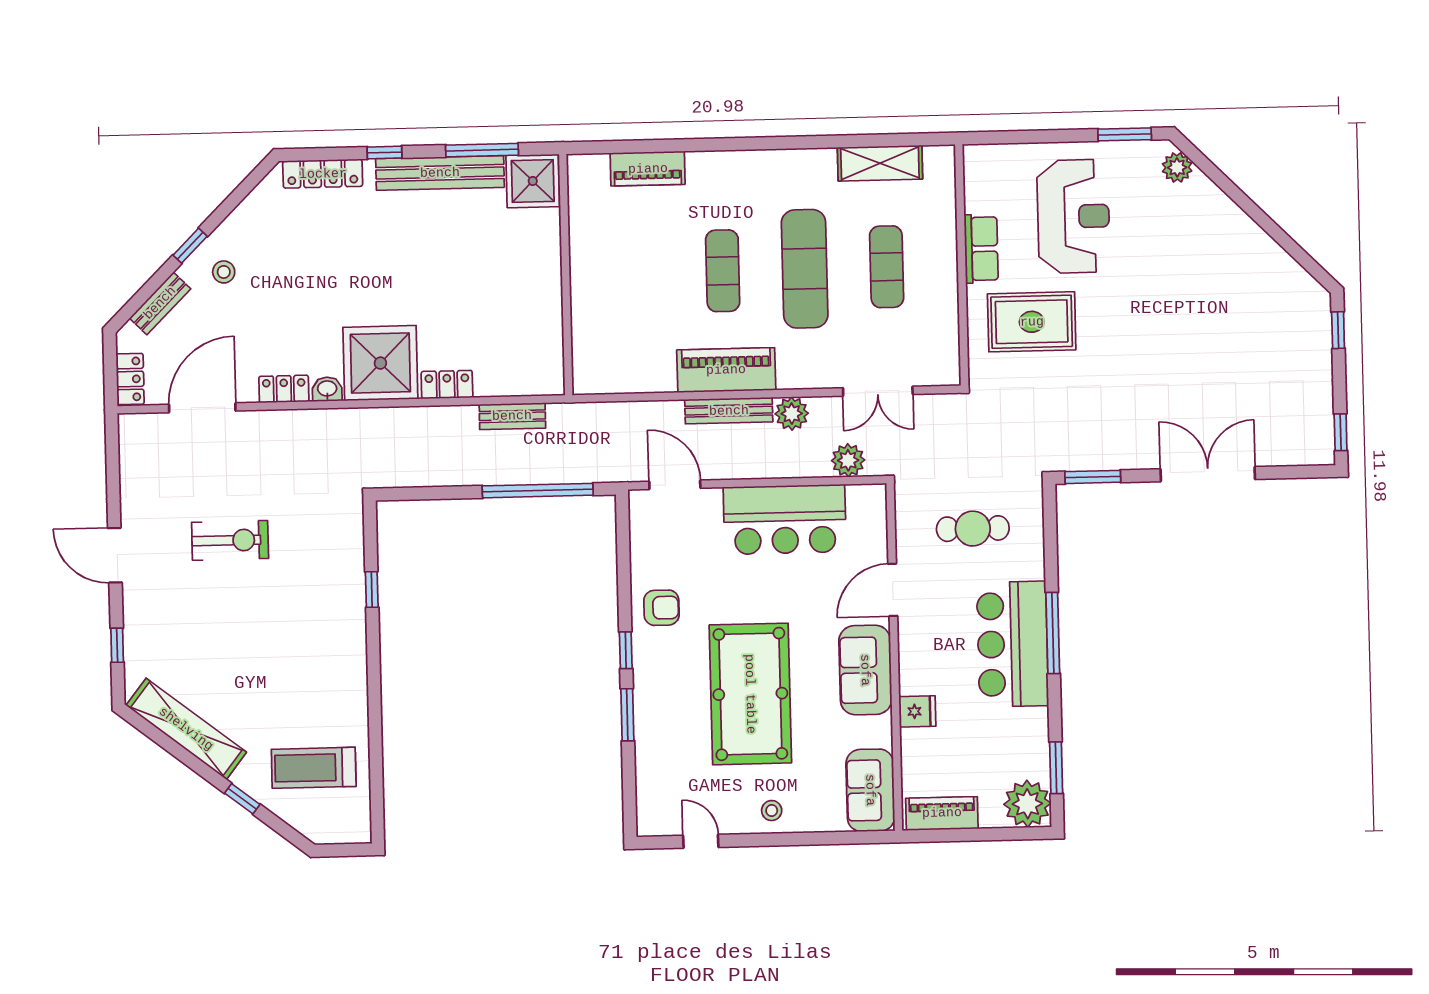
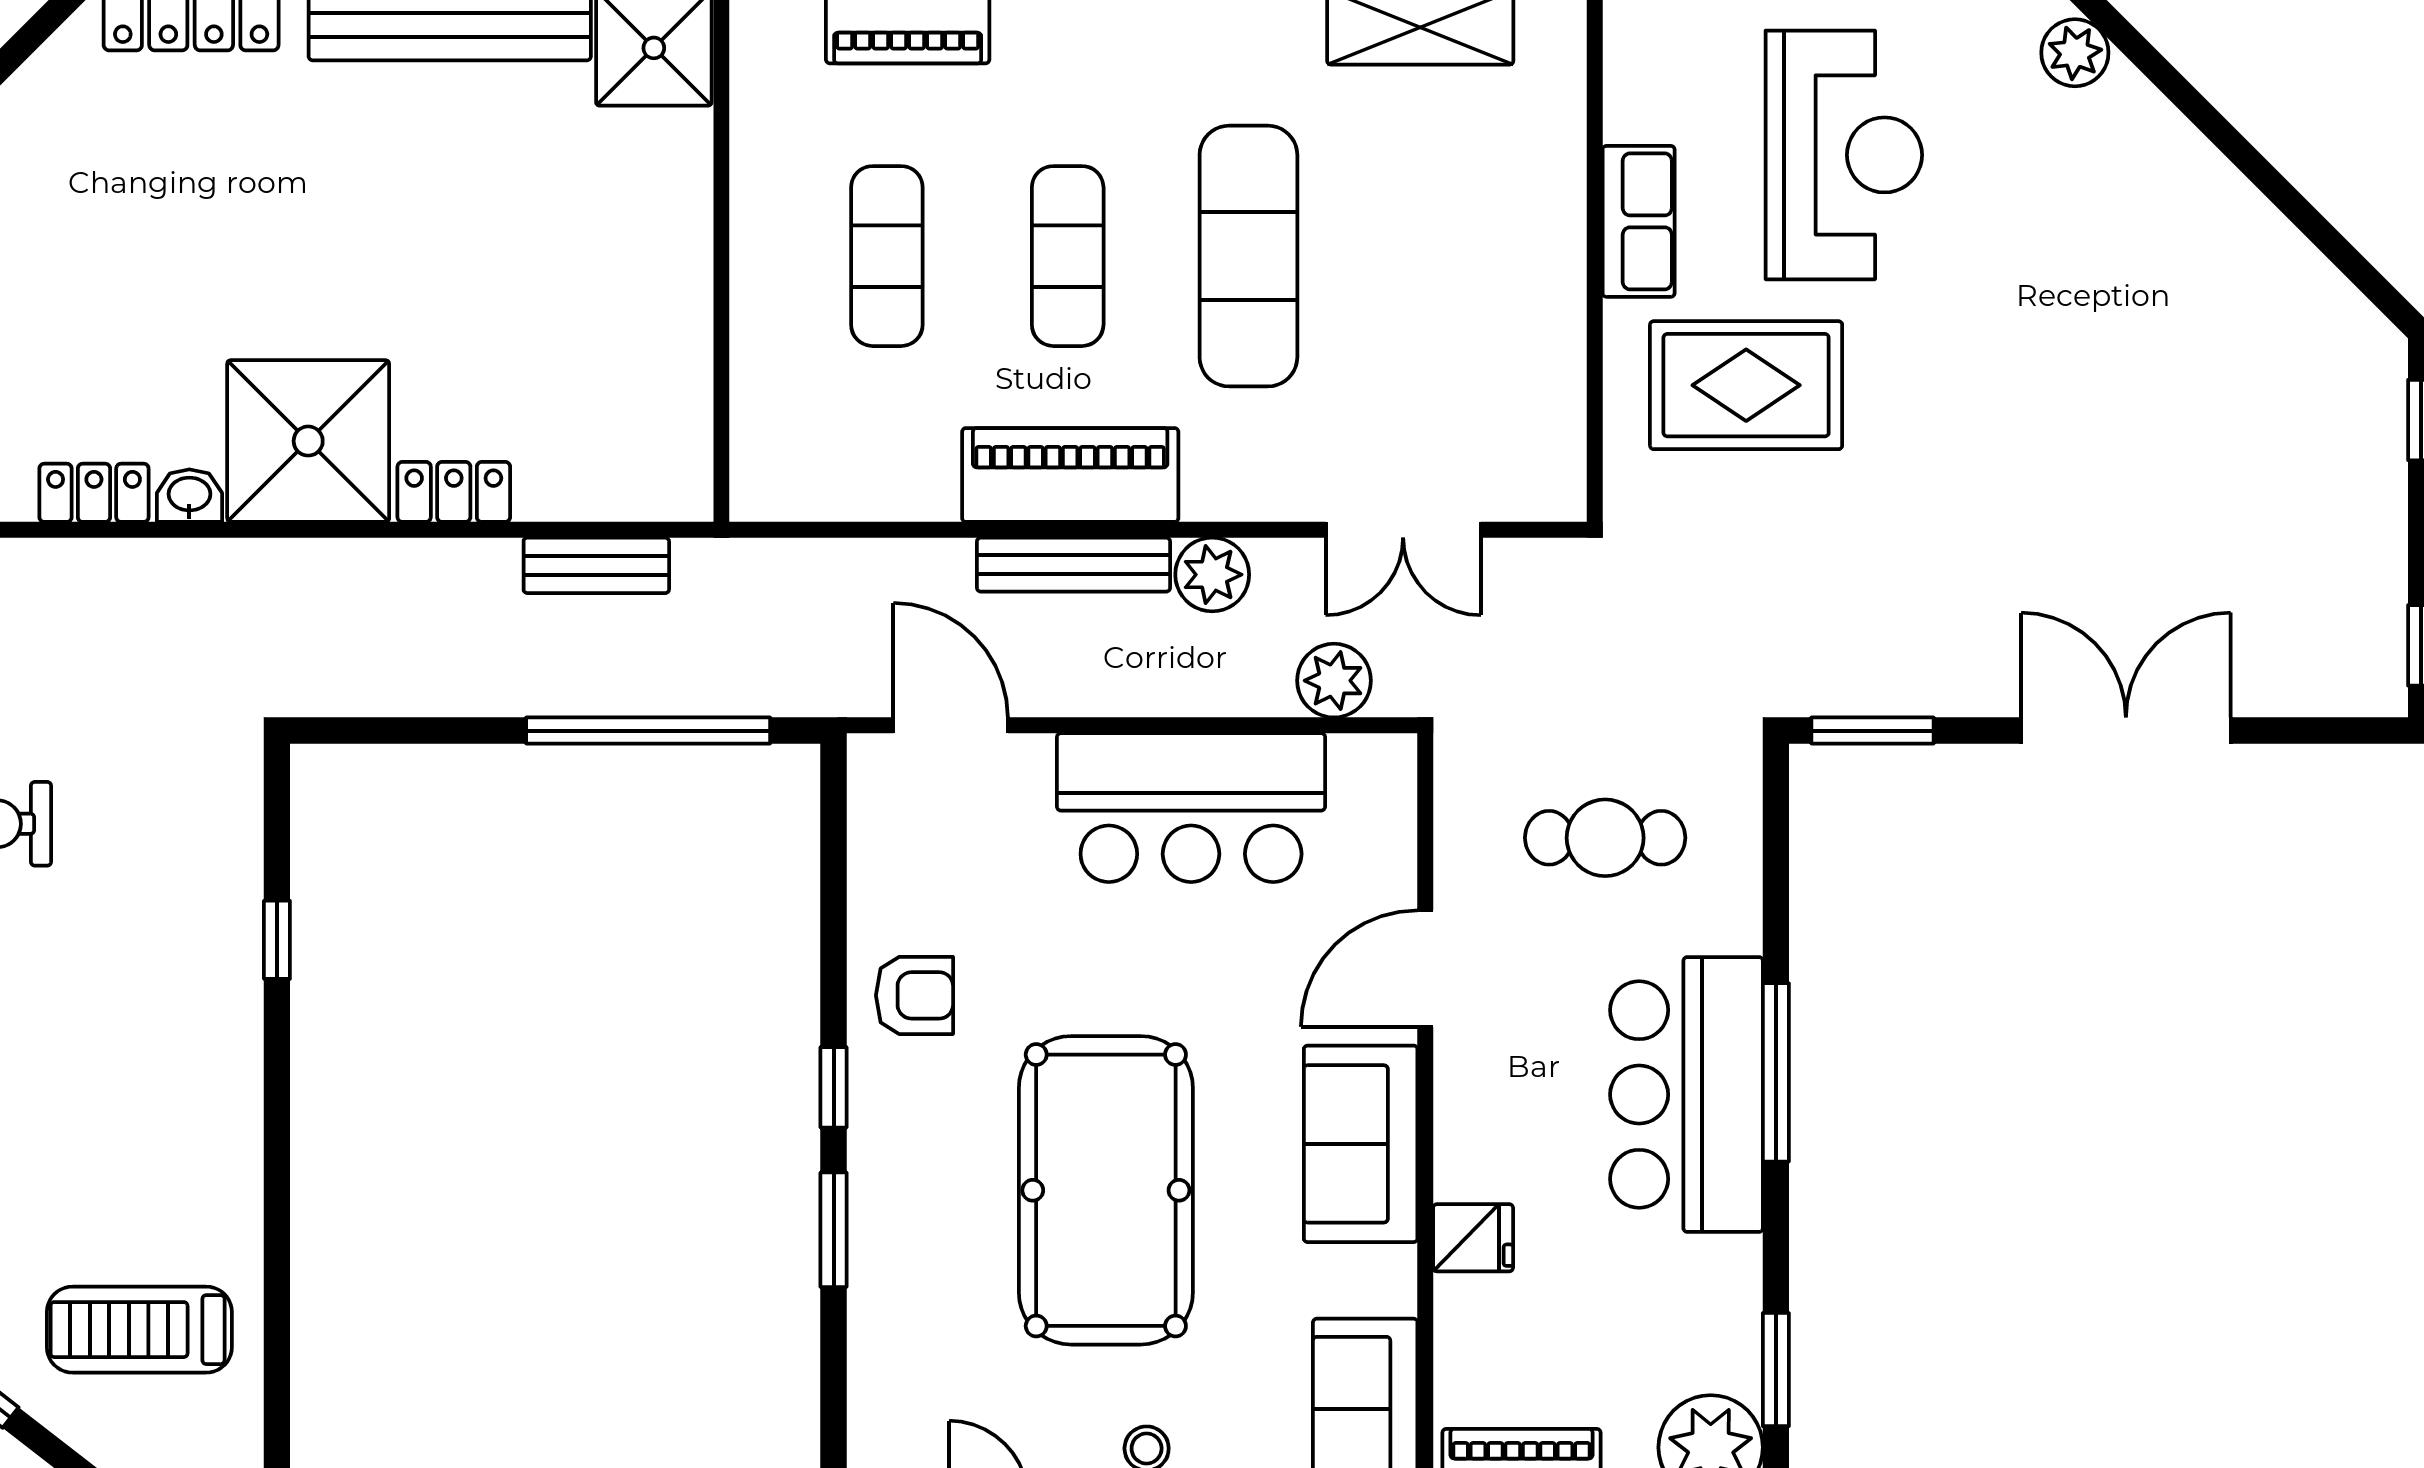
exercise mat: (887, 267) -> (887, 256), moved

